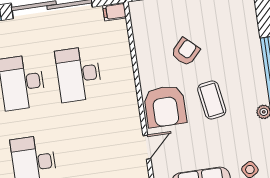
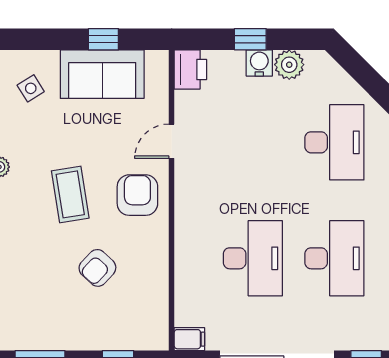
armchair: (165, 106) -> (137, 195), width x0.73, depth x0.73

